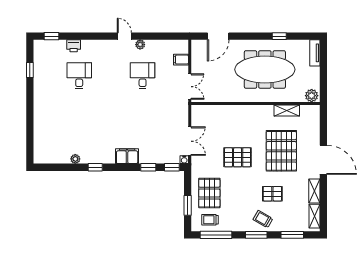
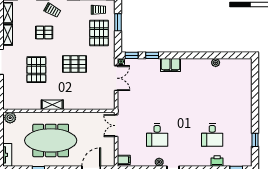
filing cabinet: (181, 60) -> (124, 160), moved
shelving: (287, 111) -> (52, 105), moved
double door: (190, 141) -> (116, 78), swing flipped
pallet: (281, 151) -> (36, 70), width x0.73, depth x0.71
window: (95, 167) -> (198, 55), removed

